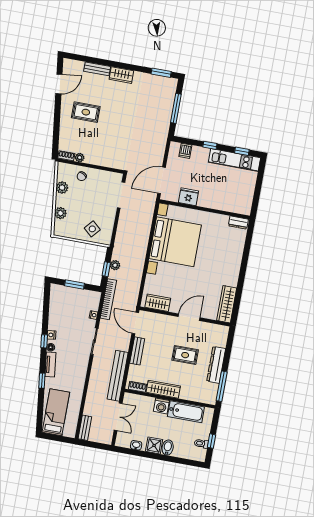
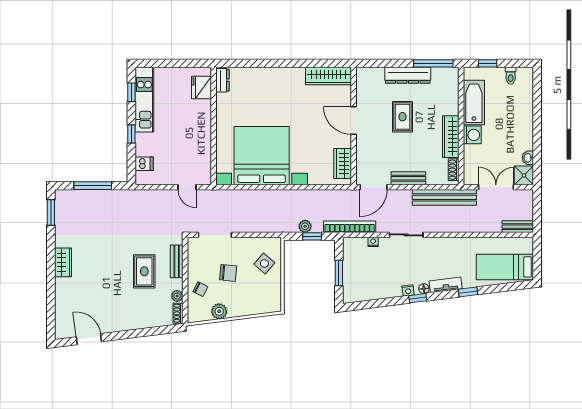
bench: (97, 69) -> (177, 261), moved
rug: (86, 112) -> (144, 271), moved
door: (162, 180) -> (187, 187), width x0.53
fridge: (189, 197) -> (201, 88), moved
chair: (90, 200) -> (228, 273), added
plant: (60, 213) -> (252, 307), removed
window: (212, 441) -> (488, 63), moved
shower: (154, 445) -> (524, 175), moved
bidet: (168, 448) -> (524, 117), removed

